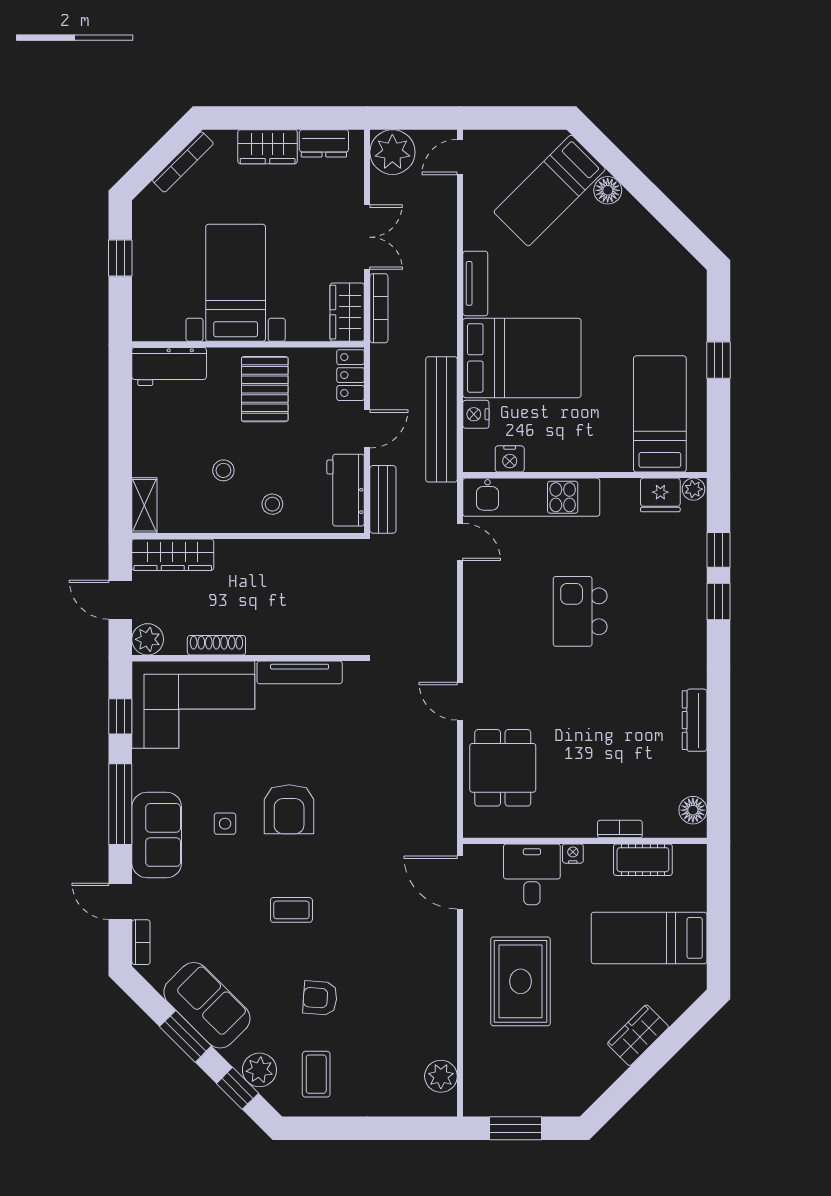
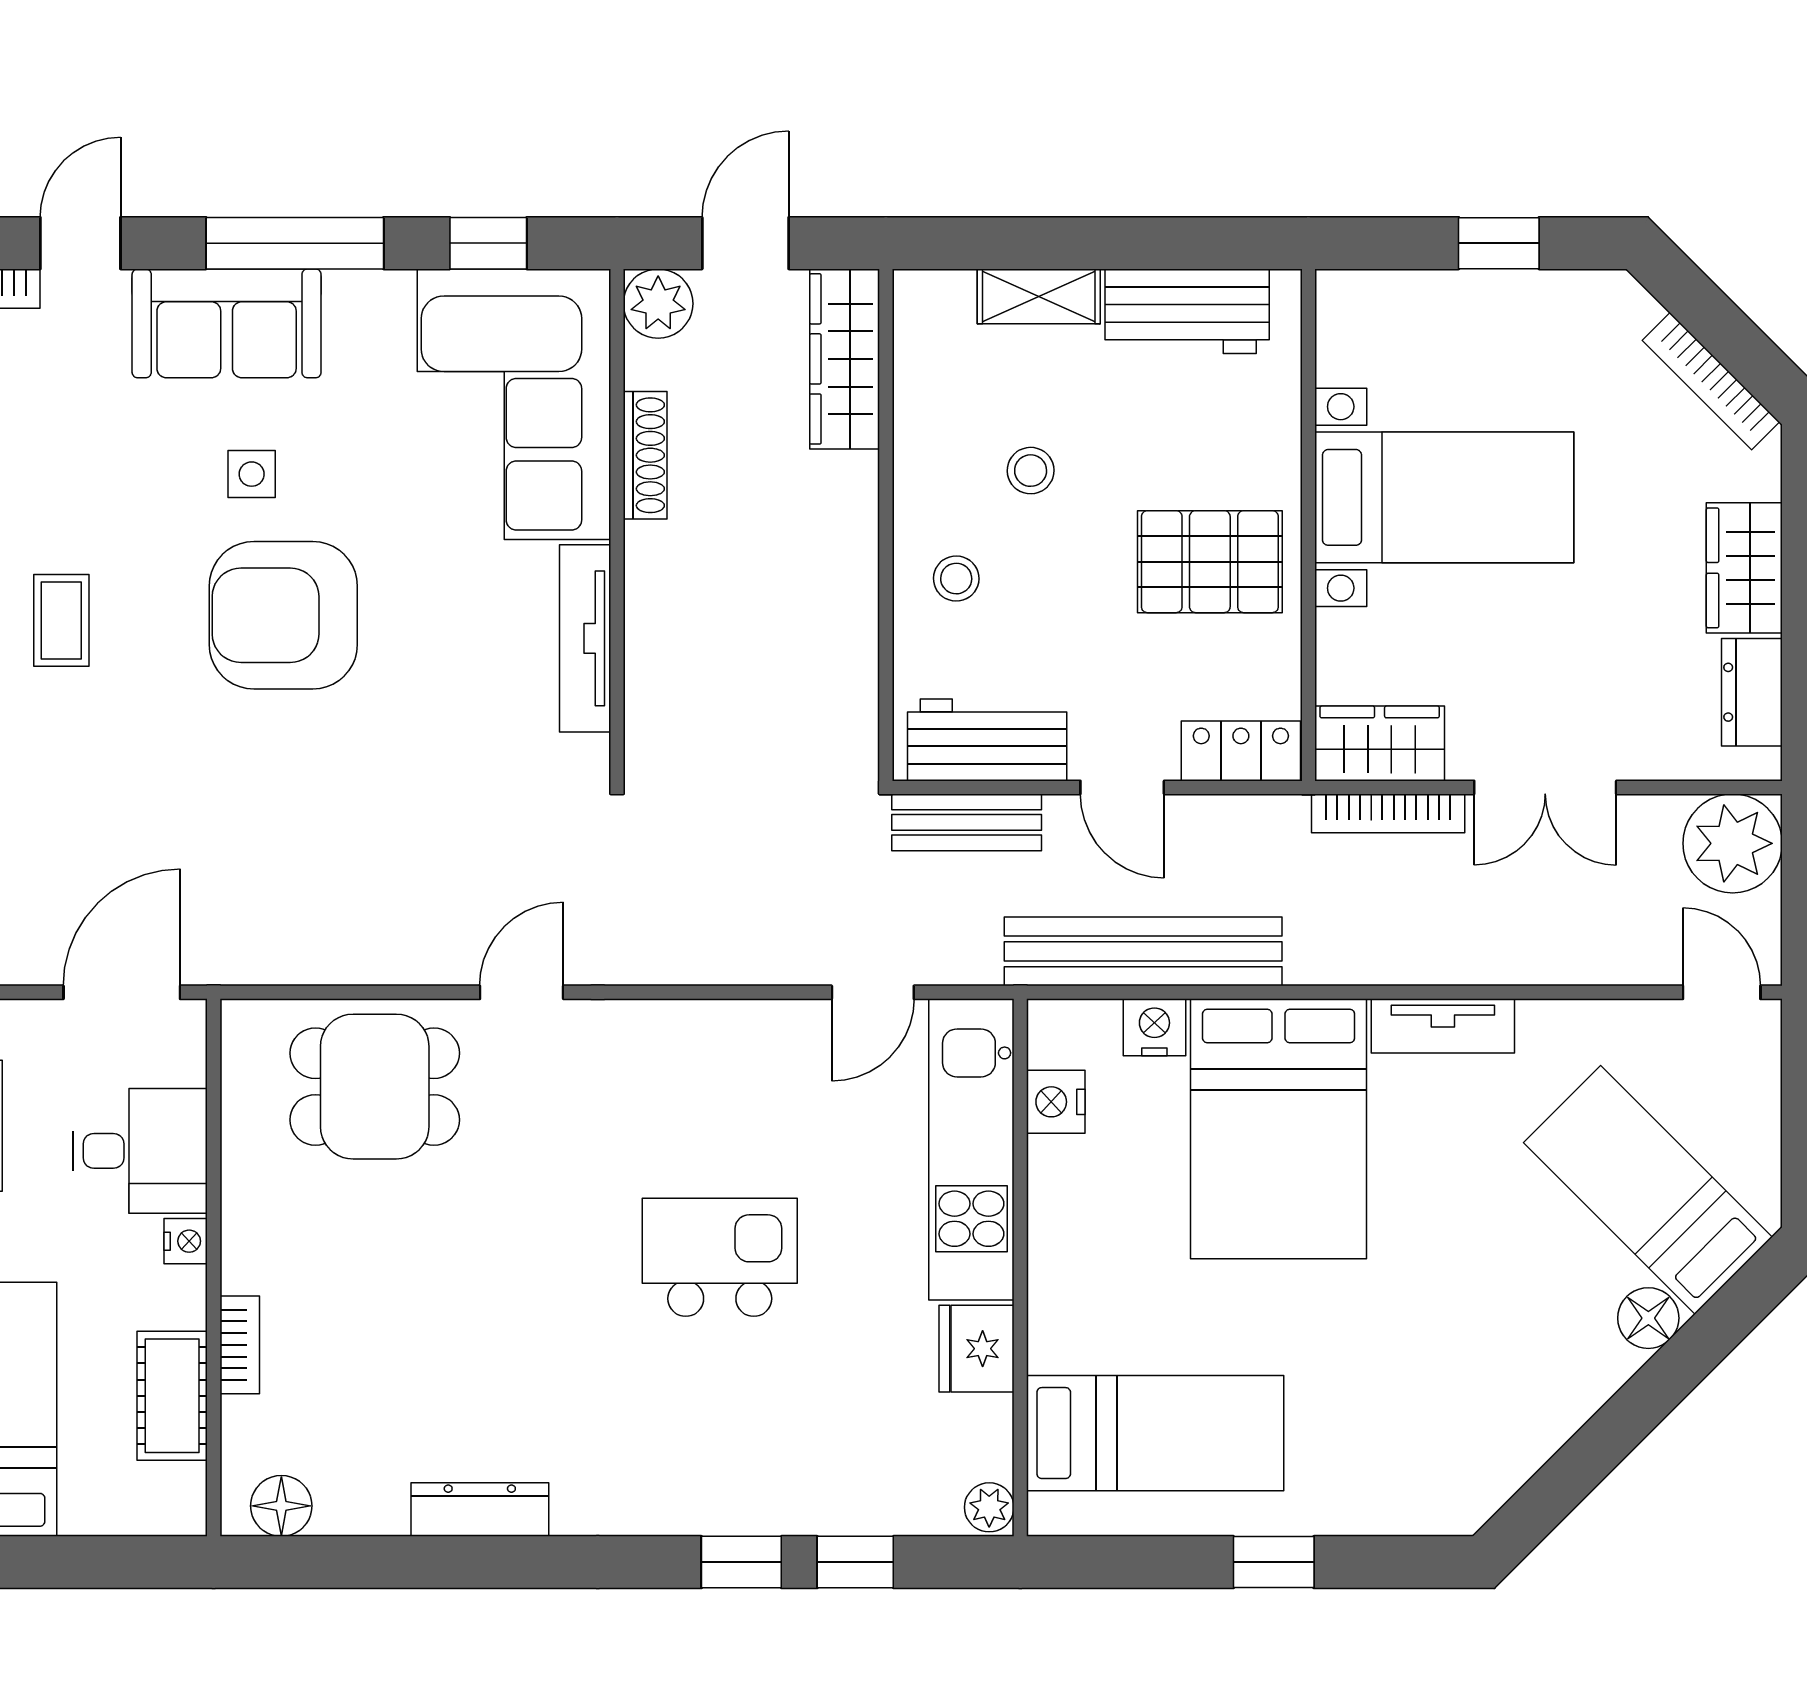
workbench: (169, 367) -> (1187, 311), moved, turned -90
fridge: (660, 495) -> (977, 1349), moved
shelving: (144, 505) -> (1039, 296), moved
armchair: (289, 809) -> (283, 615), width x1.36, depth x1.36

